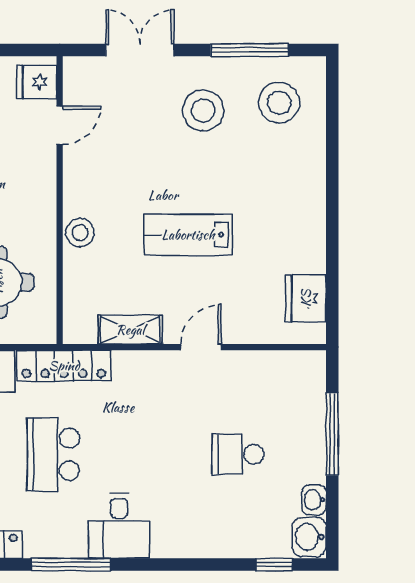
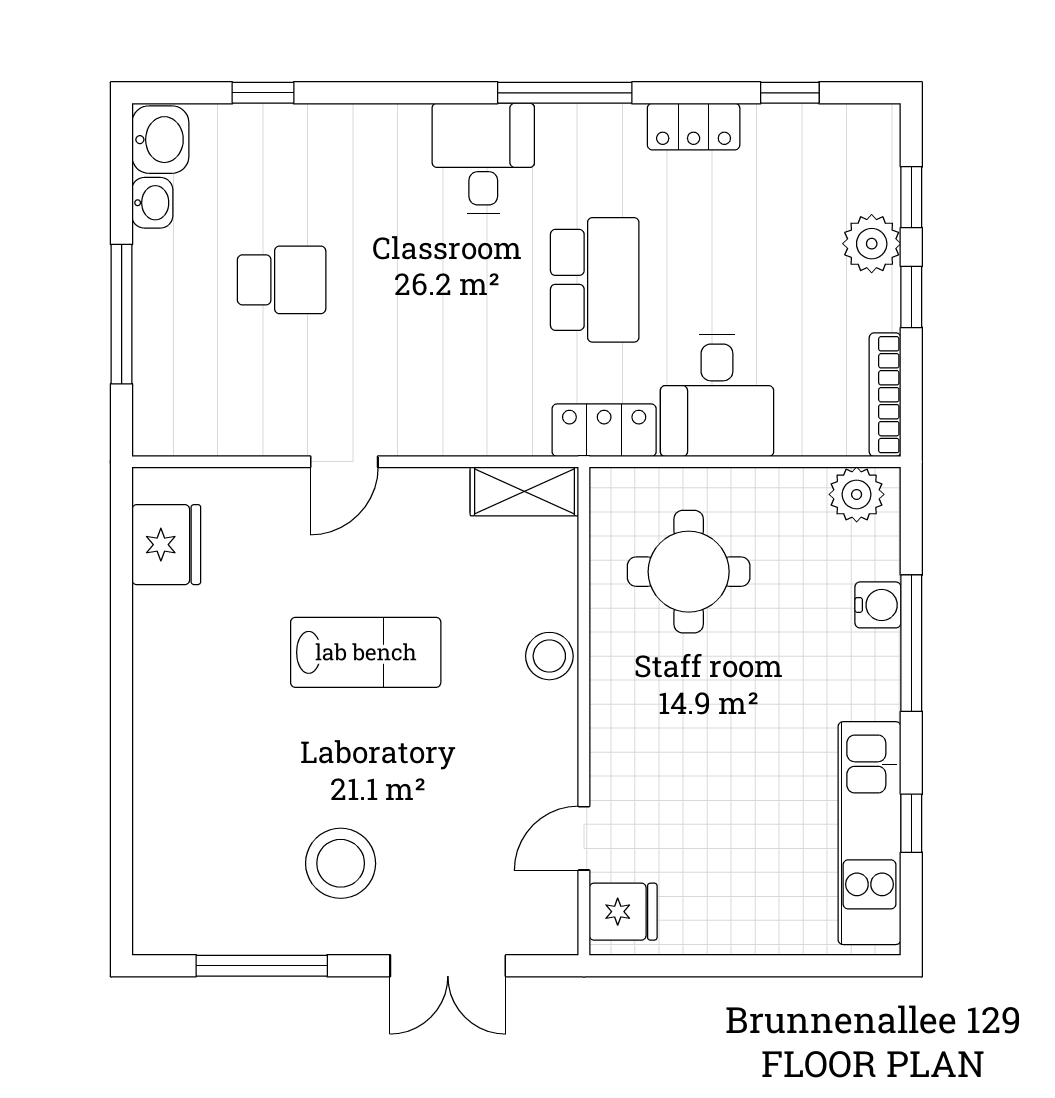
stool: (279, 103) -> (212, 876), removed
shelving: (130, 330) -> (524, 491), moved
locker: (64, 366) -> (604, 430), width x0.66
window: (275, 565) -> (263, 93), moved

